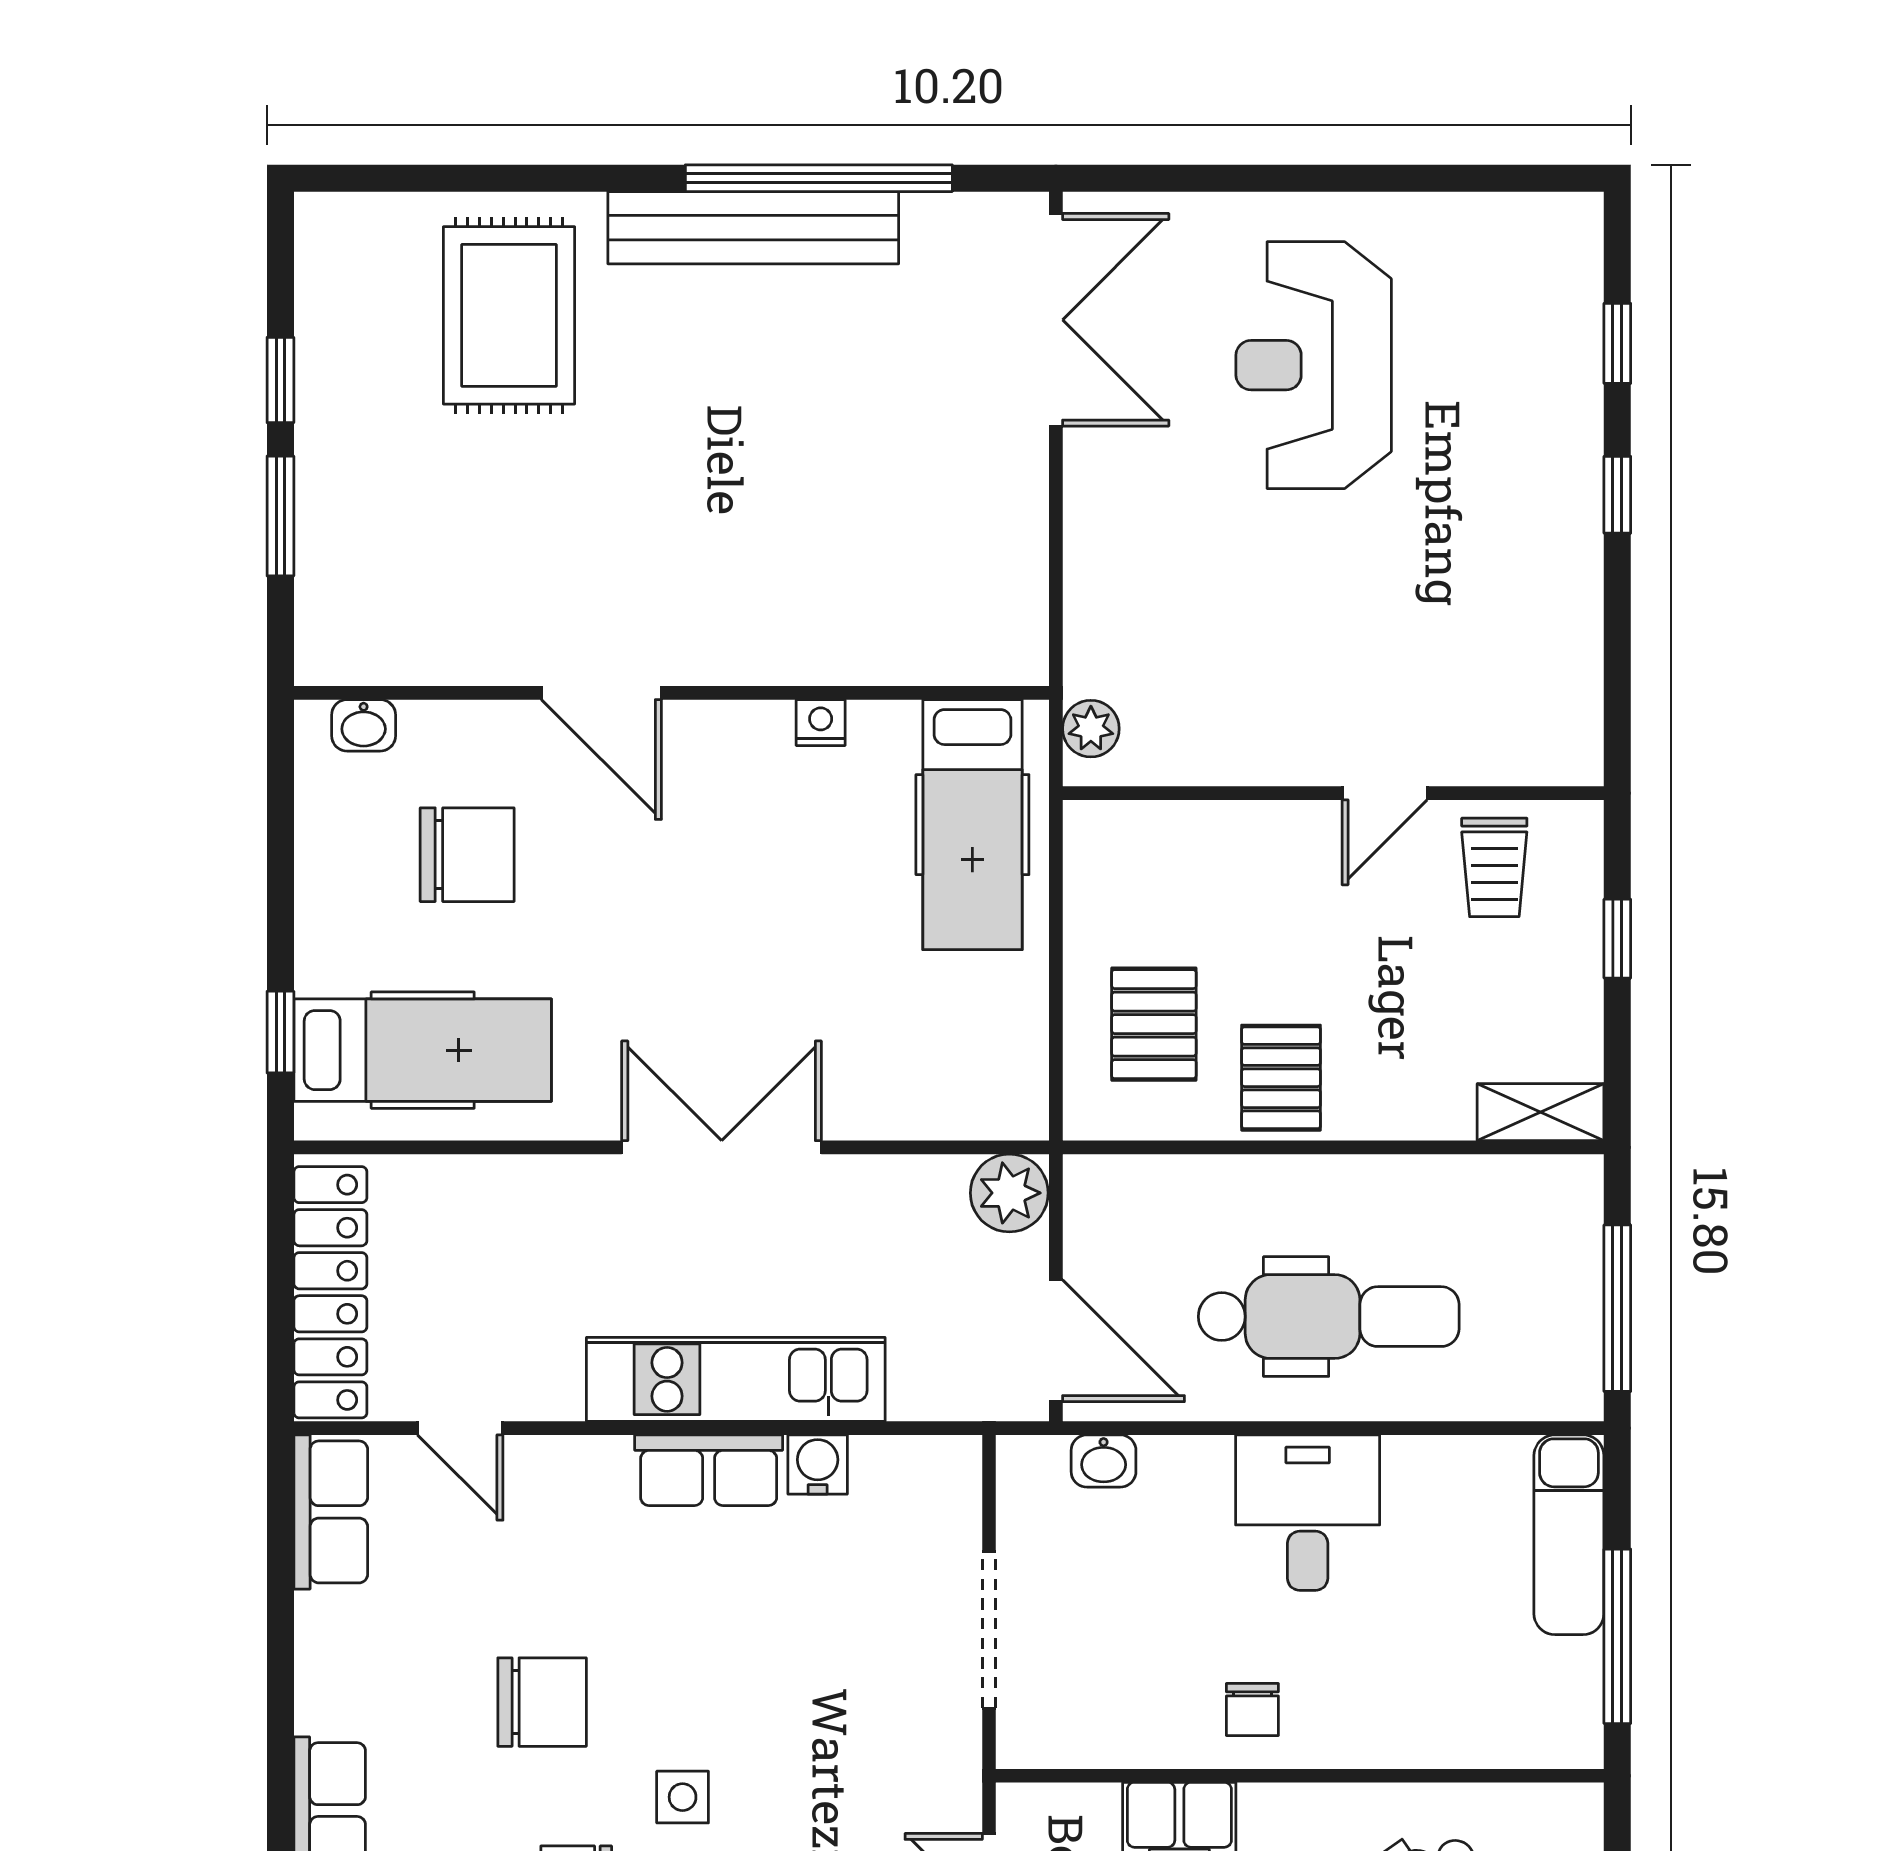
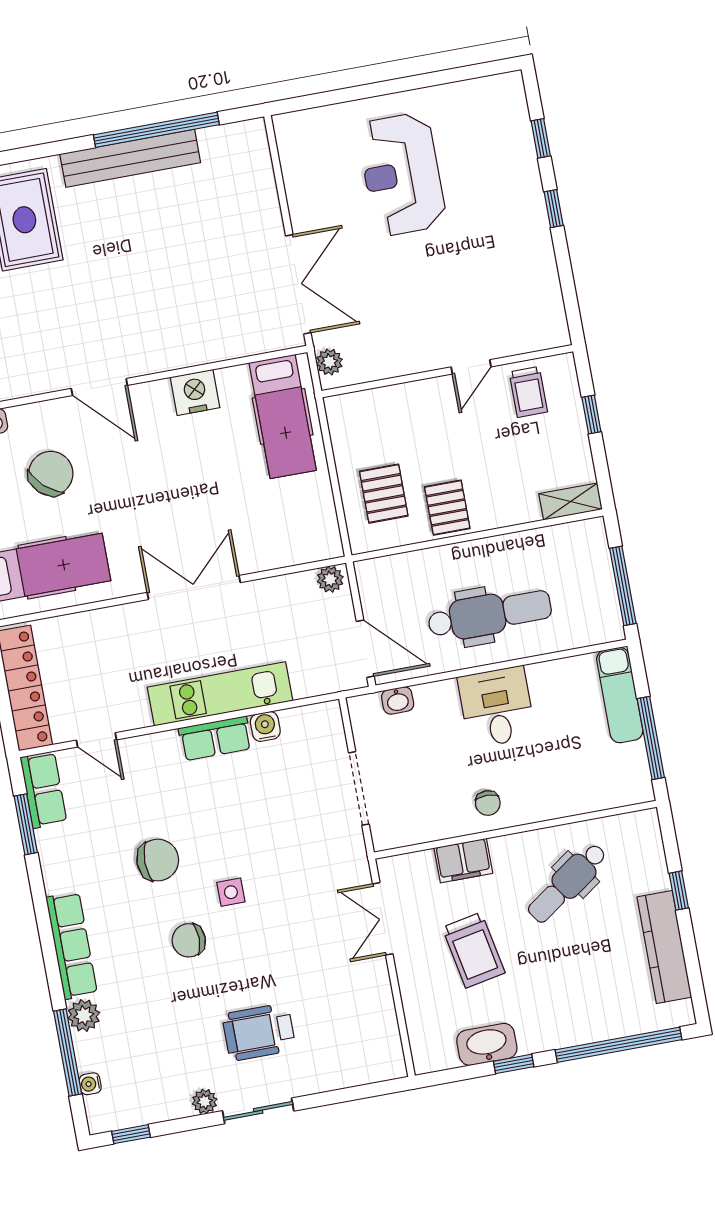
double door: (1056, 320) -> (298, 284), moved
nightstand: (821, 723) -> (195, 392), width x1.89, depth x1.79
chair: (467, 855) -> (51, 473), turned -47
plant: (1009, 1193) -> (330, 579), width x0.73, depth x0.73
window: (280, 1577) -> (26, 824), added

